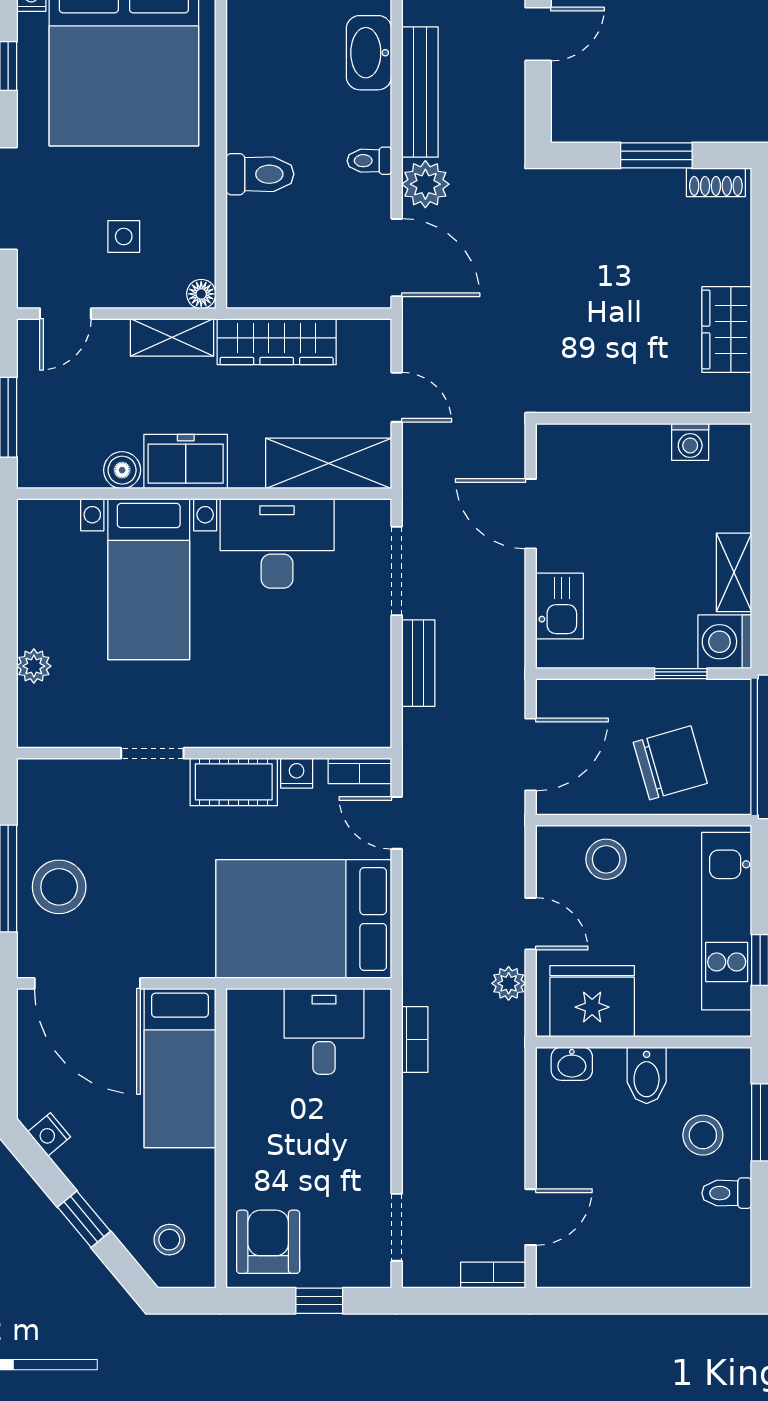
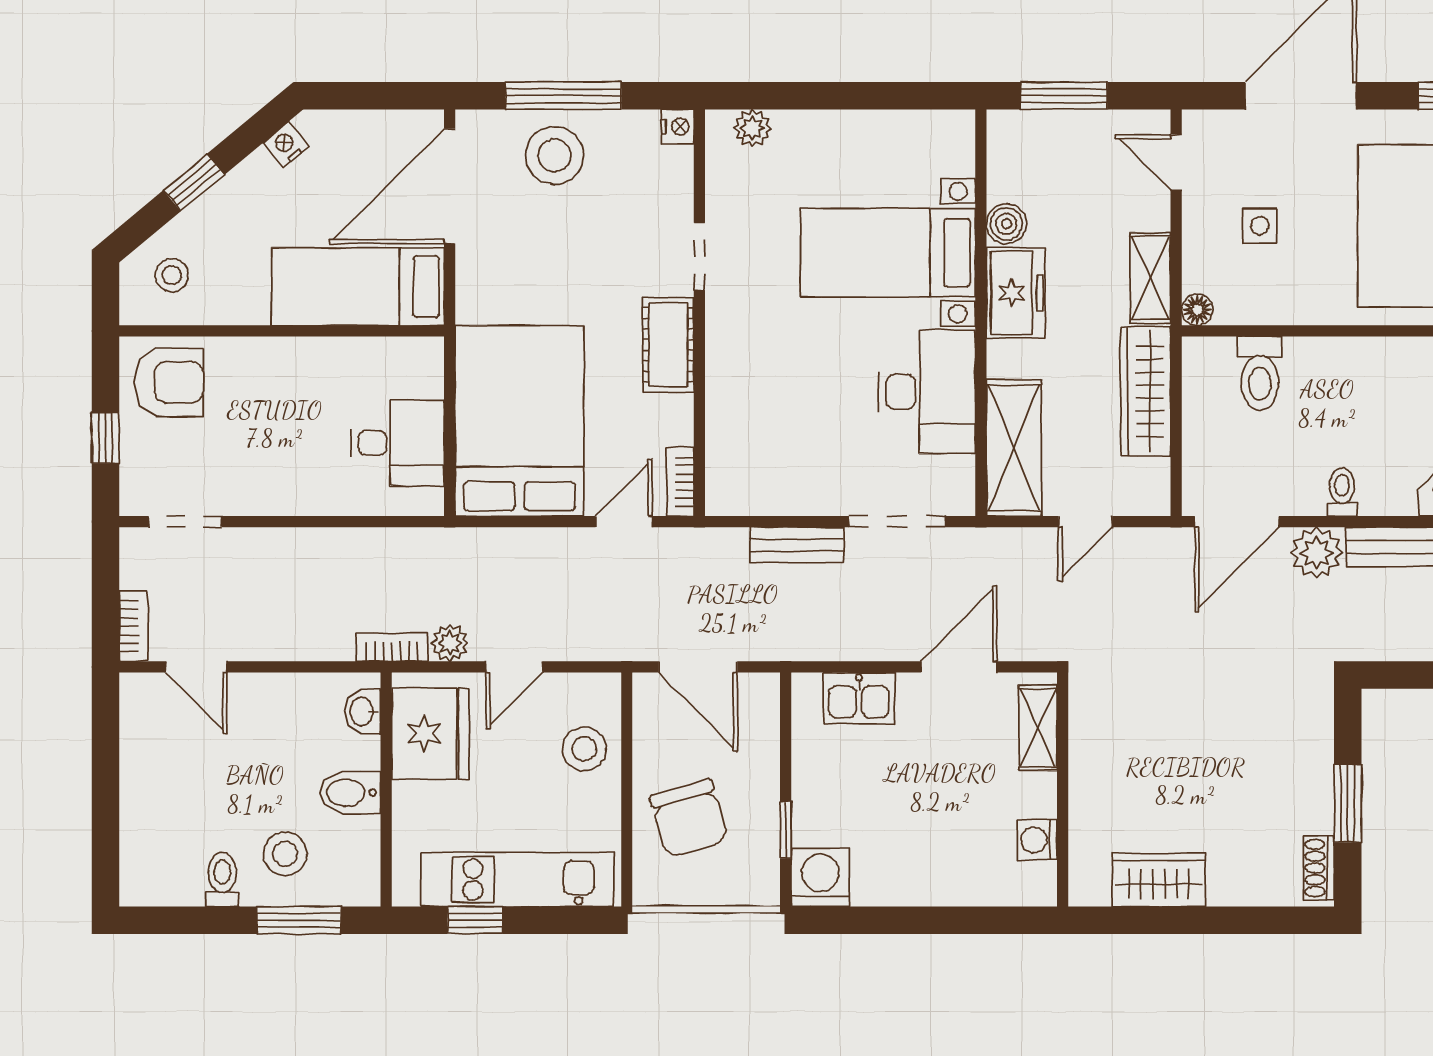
toilet: (260, 174) -> (1260, 373), moved
shelving: (734, 572) -> (1038, 728), moved, turned 90
plant: (34, 666) -> (752, 128), moved
nightstand: (297, 773) -> (678, 127), moved
bookcase: (415, 1039) -> (392, 647), moved, turned 180

